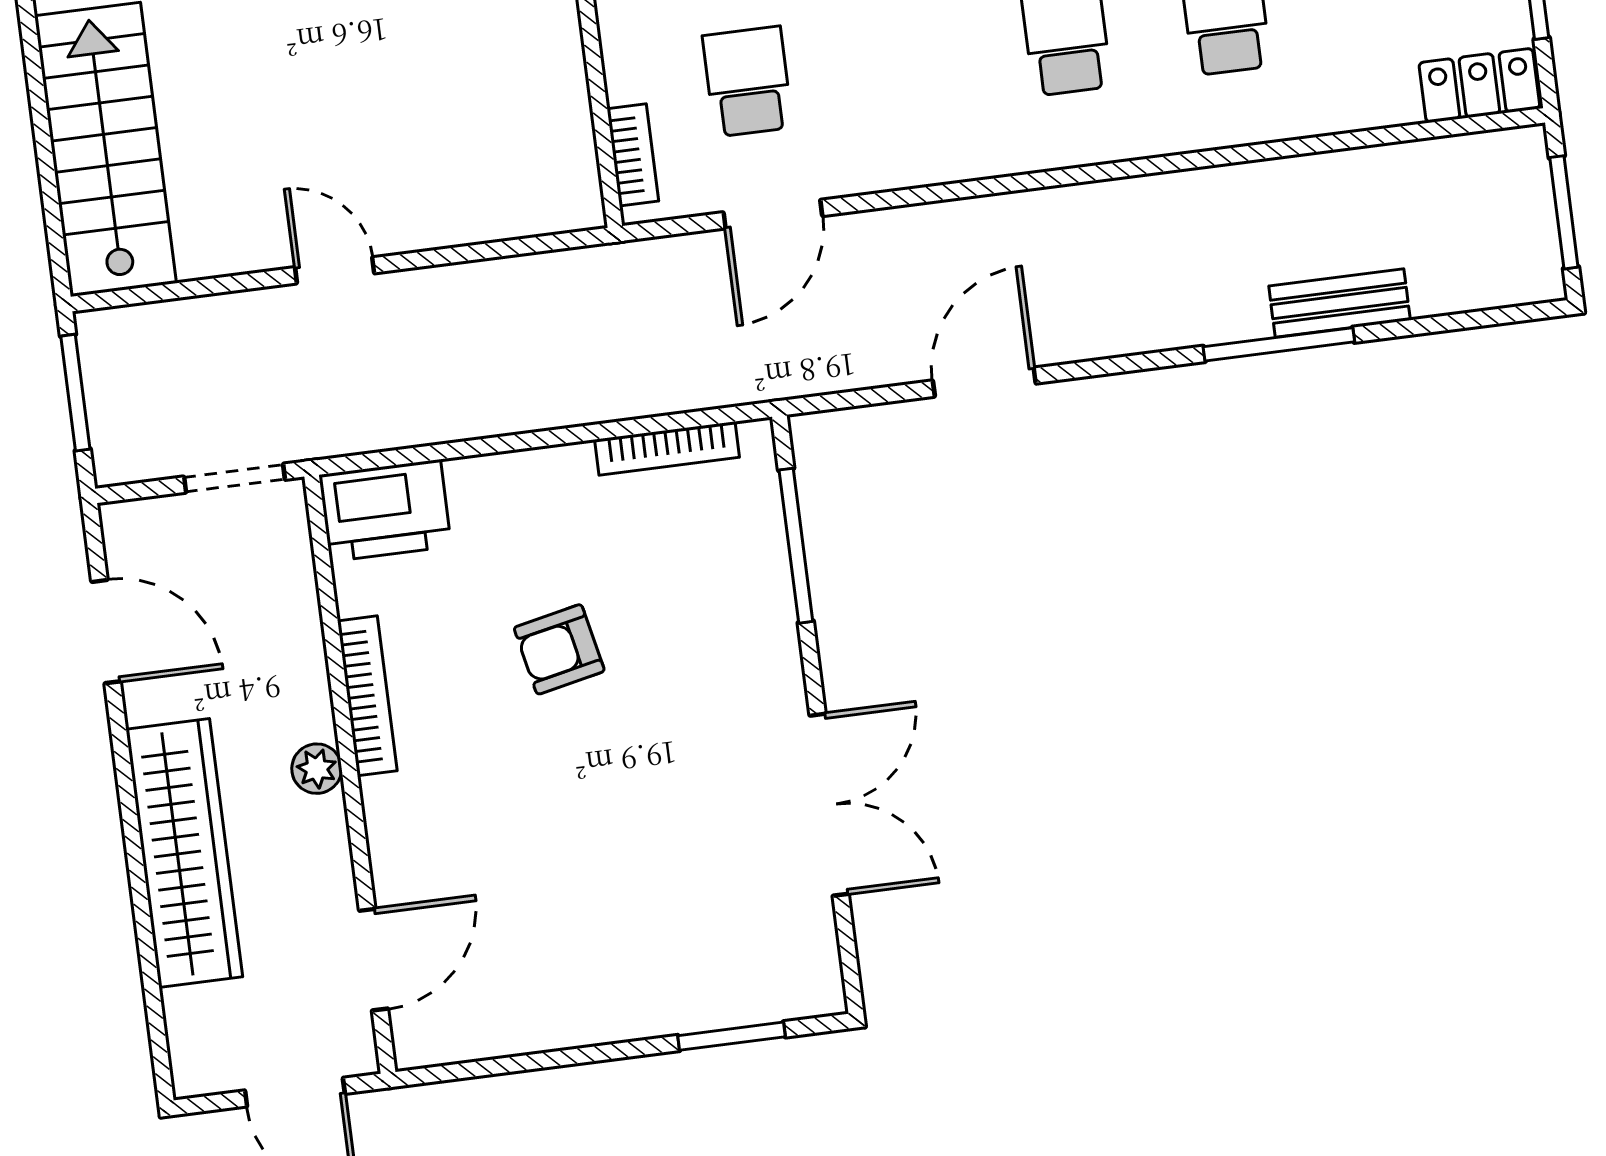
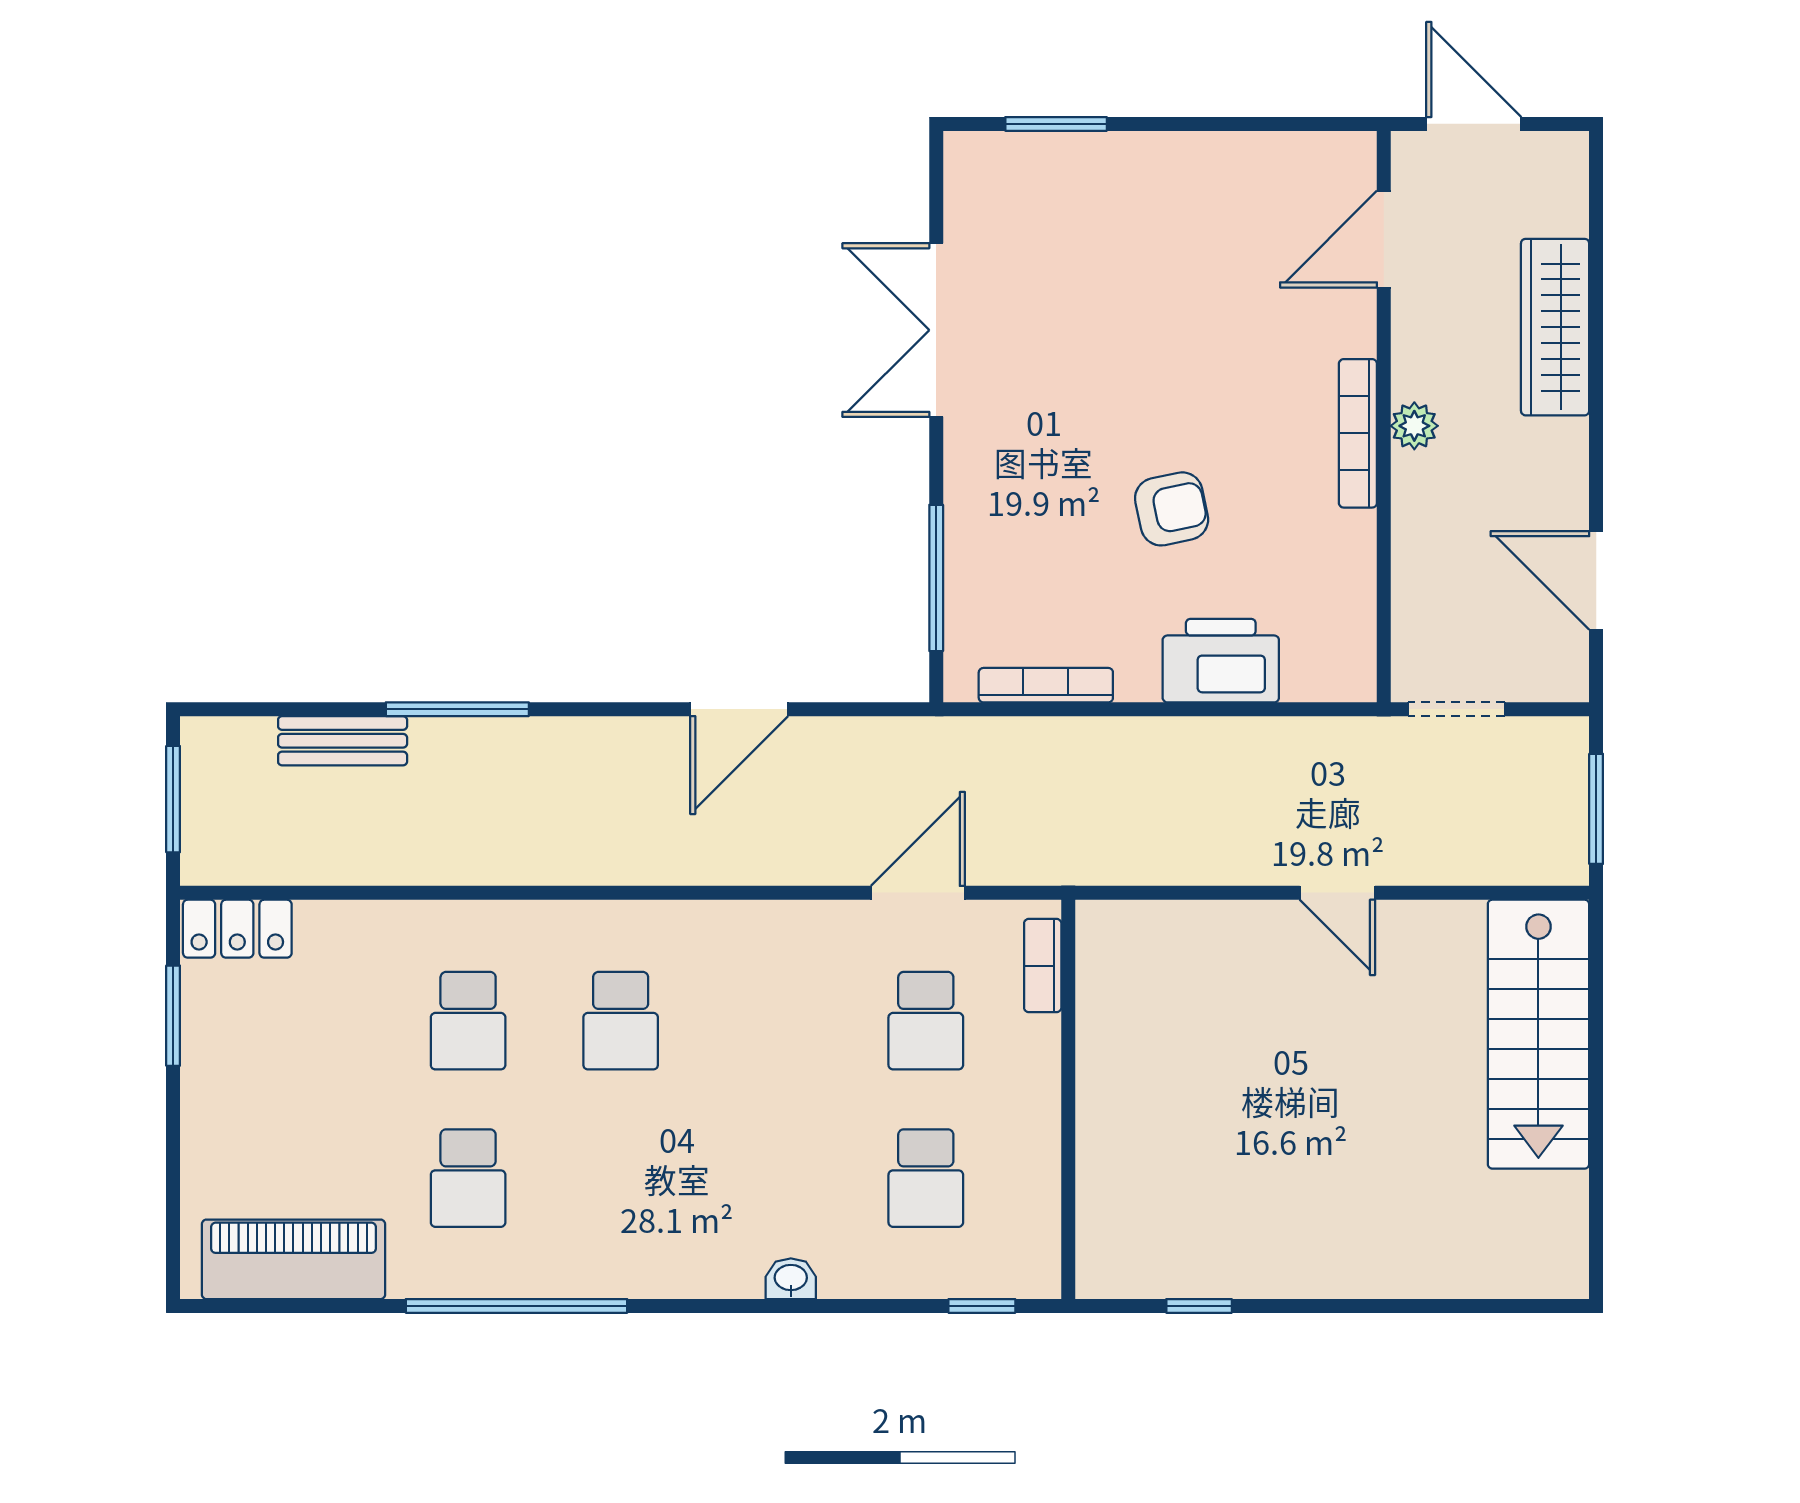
bench: (1340, 303) -> (343, 741), moved
printer: (385, 511) -> (1221, 661), moved
bookcase: (367, 696) -> (1358, 433), moved
wardrobe: (184, 853) -> (1555, 327), width x0.71, depth x0.85

